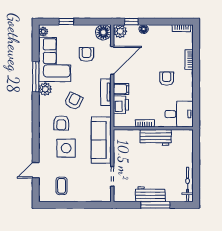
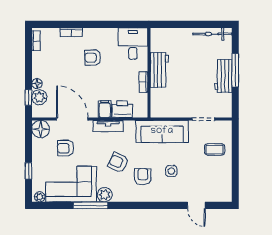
plant: (120, 31) -> (39, 97), moved
armchair: (61, 123) -> (143, 177), turned -90
side table: (66, 148) -> (171, 171), width x0.54, depth x0.54
coffee table: (62, 186) -> (215, 149), moved

